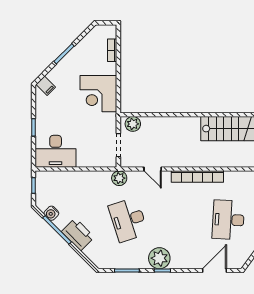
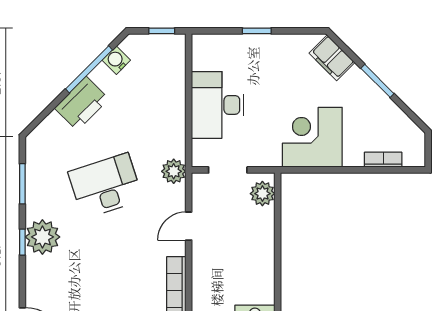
filing cabinet: (46, 86) -> (332, 58), width x2.00
desk: (56, 151) -> (218, 105), moved

